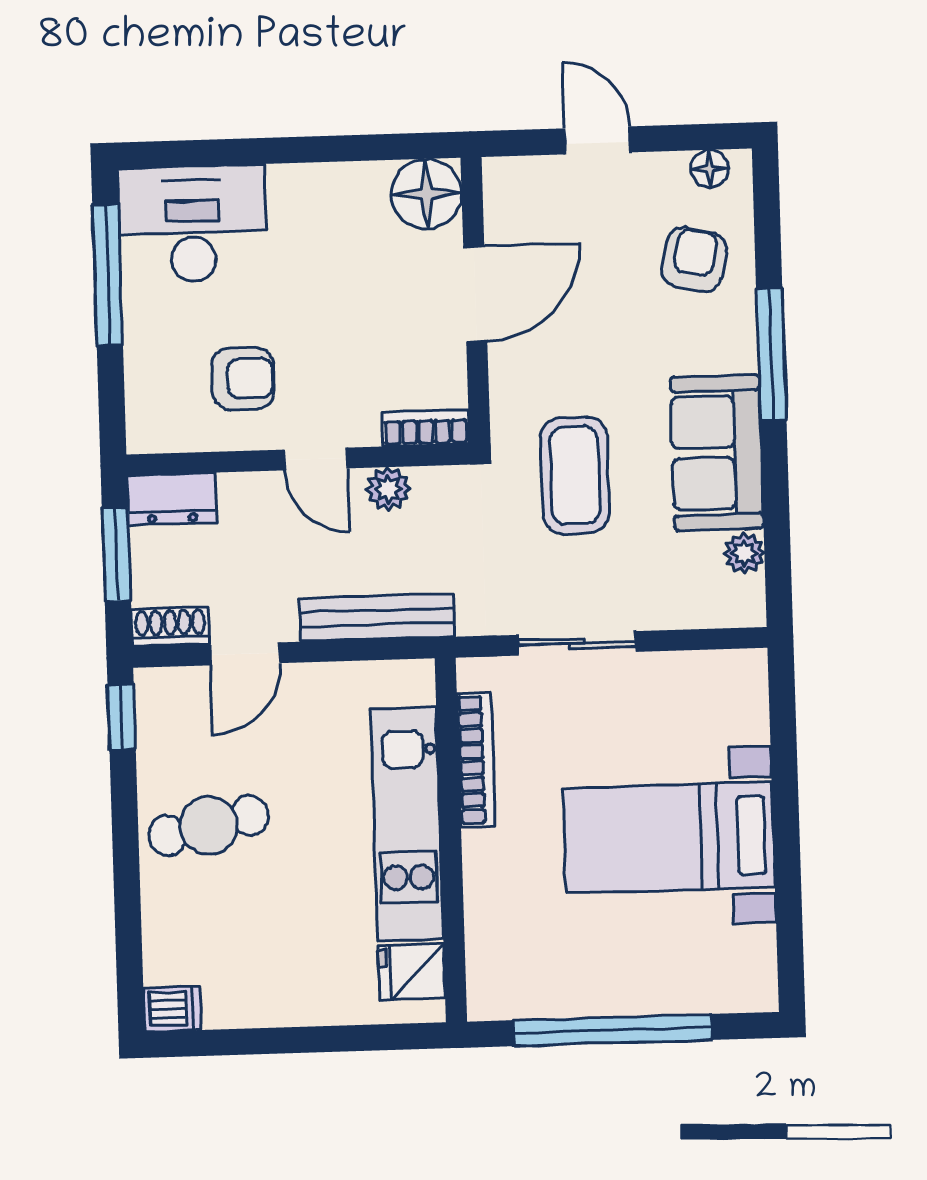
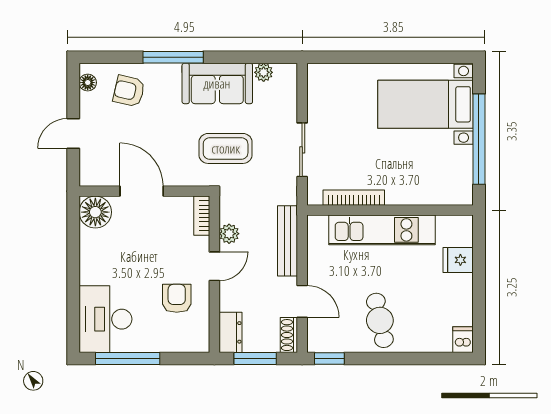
bed with nightstands: (669, 838) -> (426, 104), moved, turned 90
fridge: (412, 972) -> (458, 260), moved, turned 90

